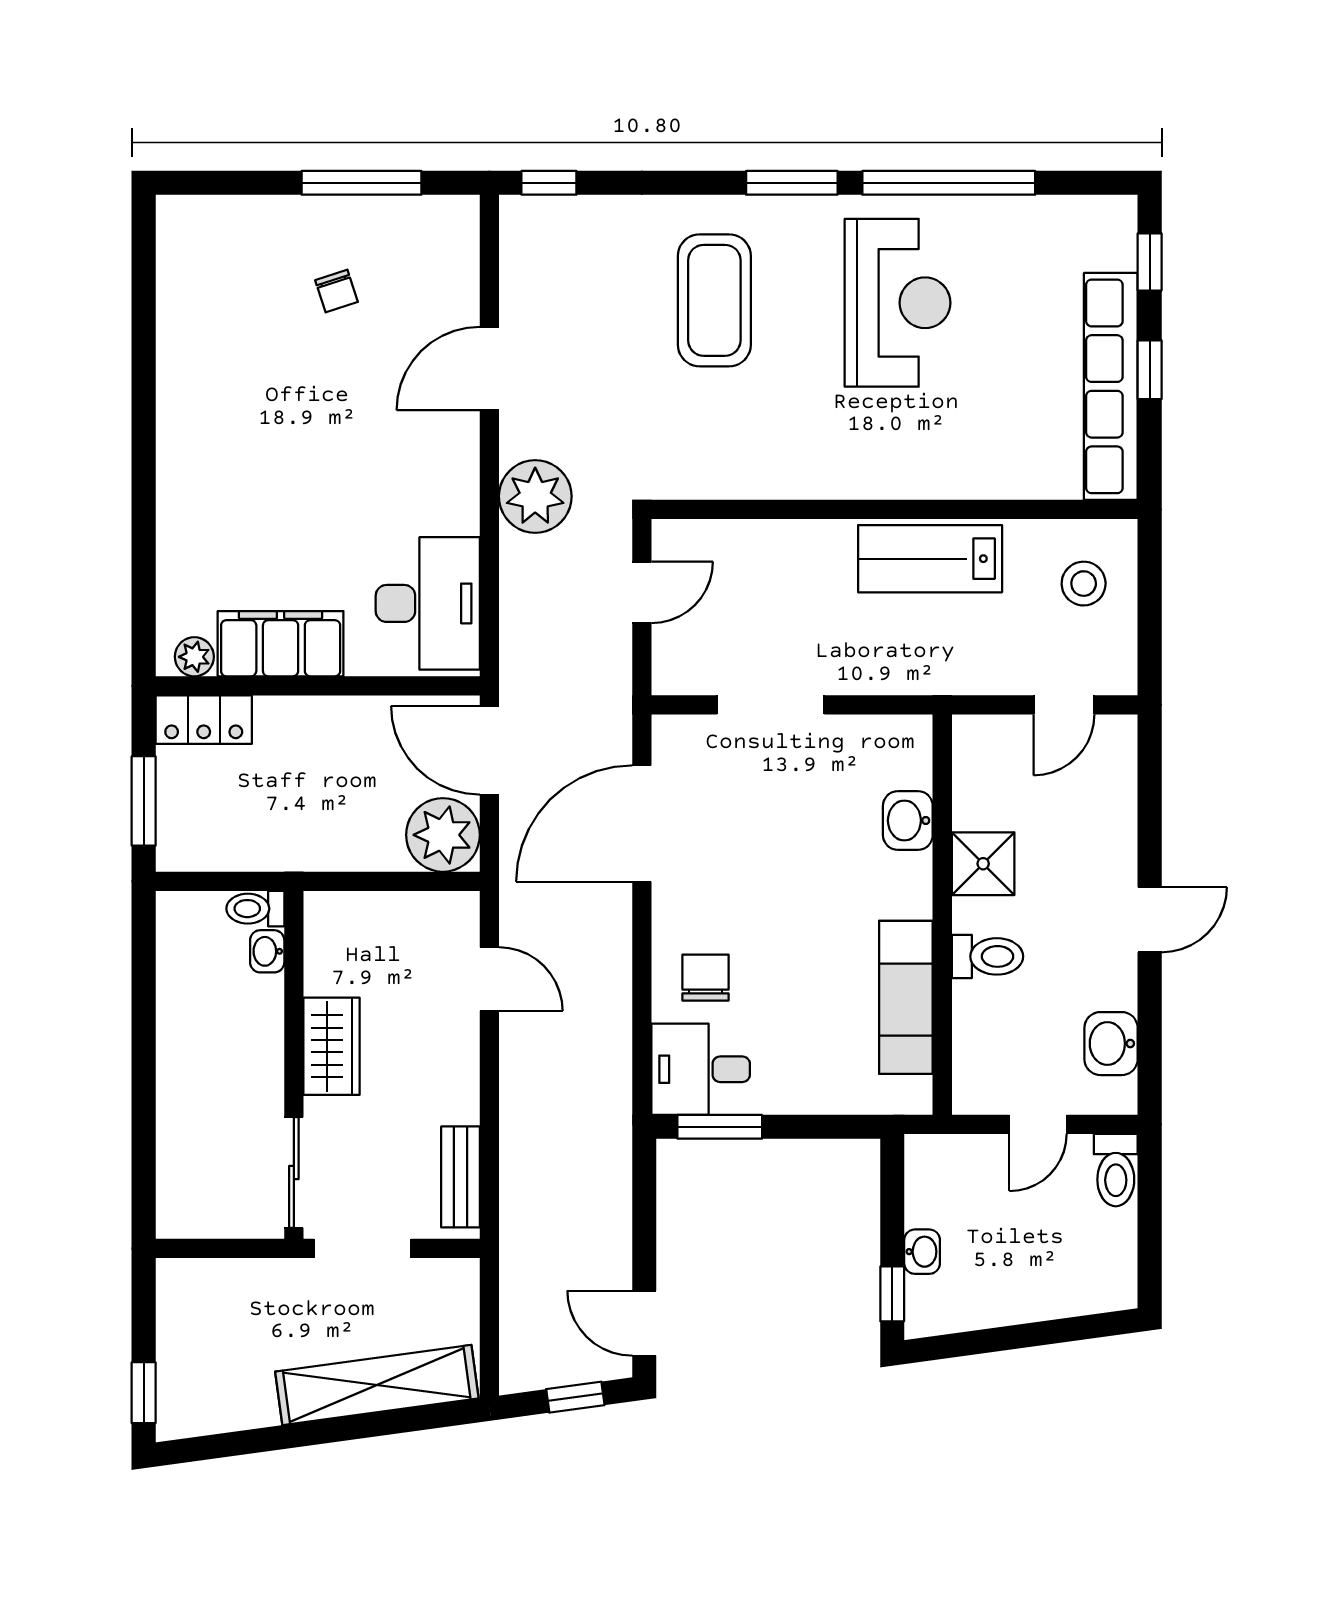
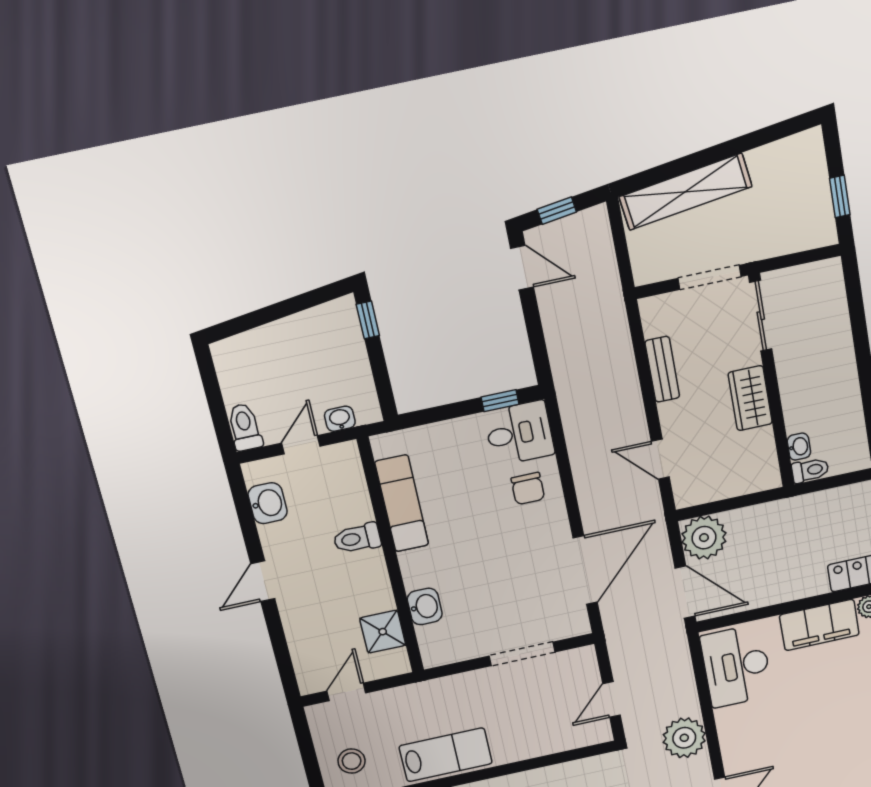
shower: (983, 864) -> (383, 632), moved
window: (720, 1127) -> (500, 401), width x0.67
bench: (461, 1177) -> (662, 369), moved
washbasin: (922, 1252) -> (340, 419), moved, turned 90
window: (144, 1393) -> (840, 196), moved

